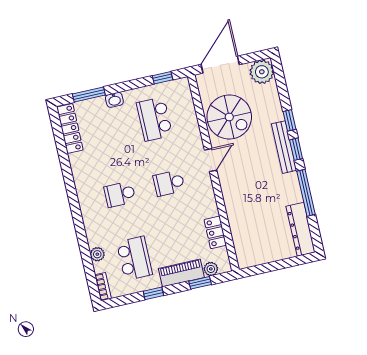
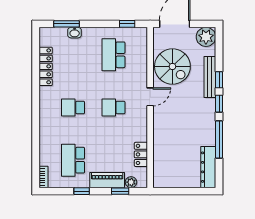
washbasin: (114, 100) -> (75, 33), moved
locker: (70, 128) -> (46, 66), moved
bench: (284, 147) -> (210, 77), moved
plant: (97, 254) -> (45, 150), removed
school desk: (134, 258) -> (73, 160), turned 180

